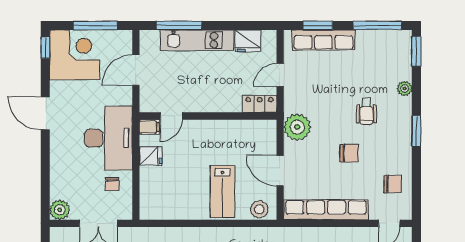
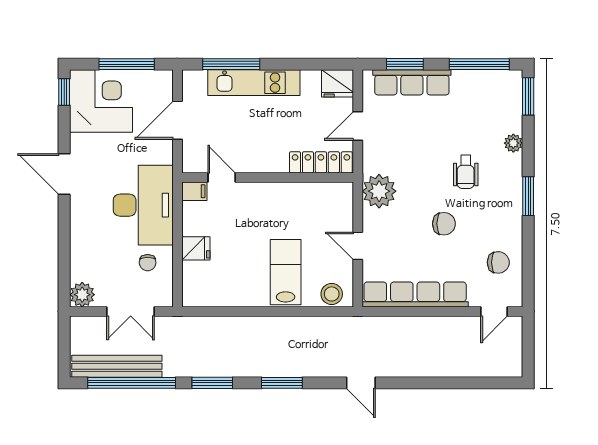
fridge: (248, 41) -> (337, 83), moved
locker: (260, 104) -> (321, 162), width x1.53
door: (171, 116) -> (222, 177), swing flipped
fridge: (151, 156) -> (196, 248), moved
door: (280, 171) -> (358, 246), width x0.73
lab bench: (222, 192) -> (286, 272), turned 180

